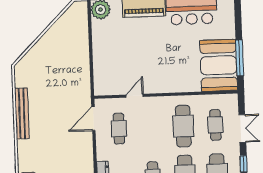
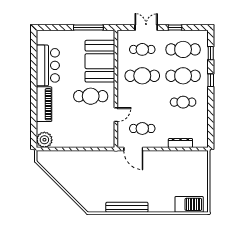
cafe table: (156, 64) -> (91, 96), added
booth: (219, 65) -> (100, 61), moved, turned 90
door: (135, 96) -> (116, 115), swing flipped

